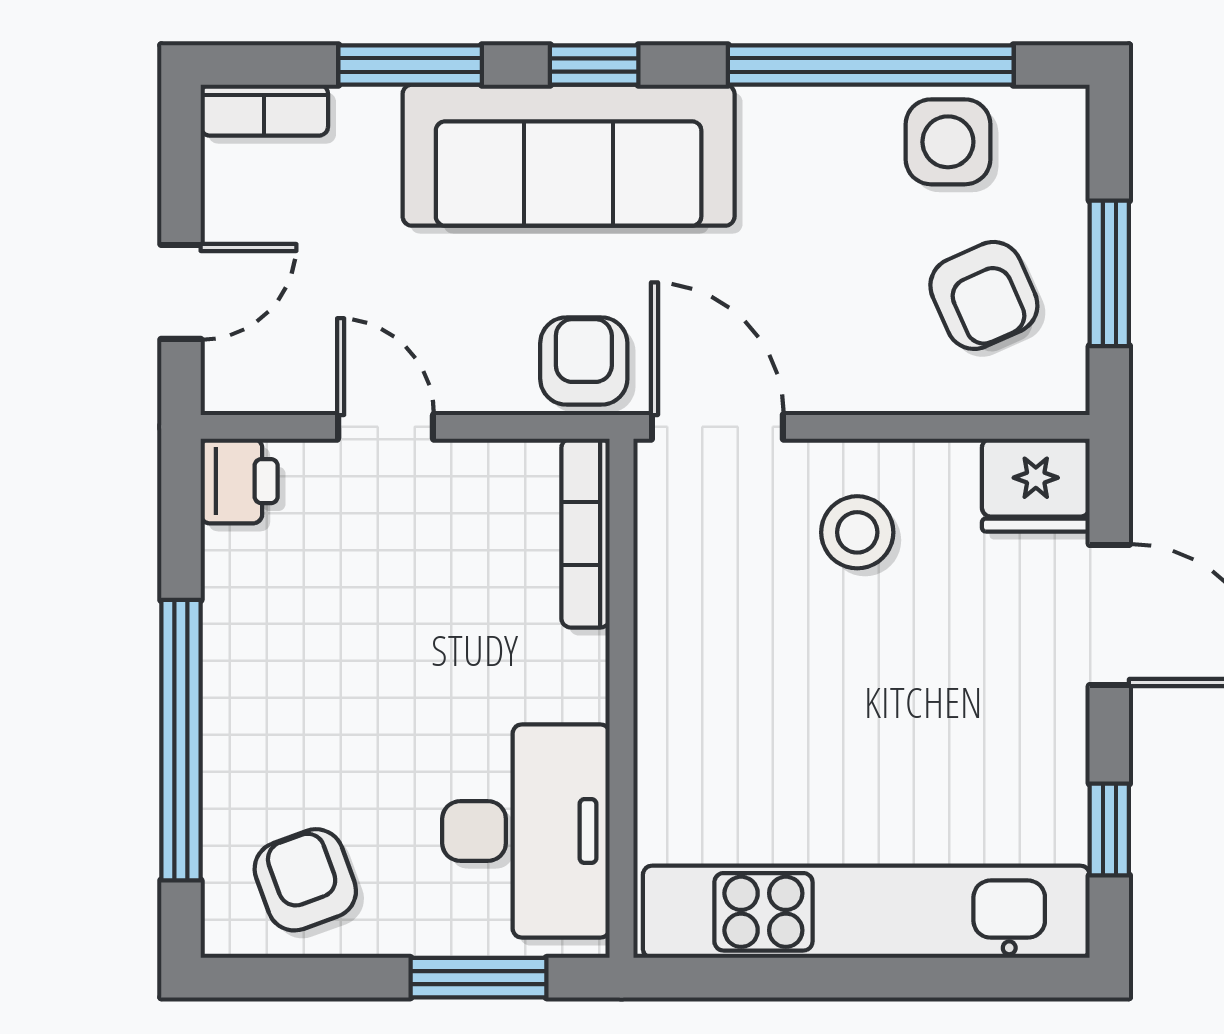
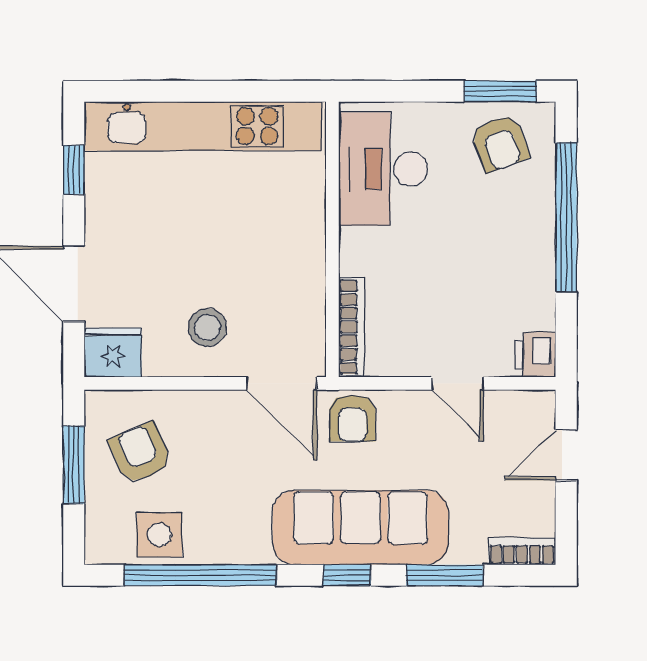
window: (479, 978) -> (500, 91), moved

